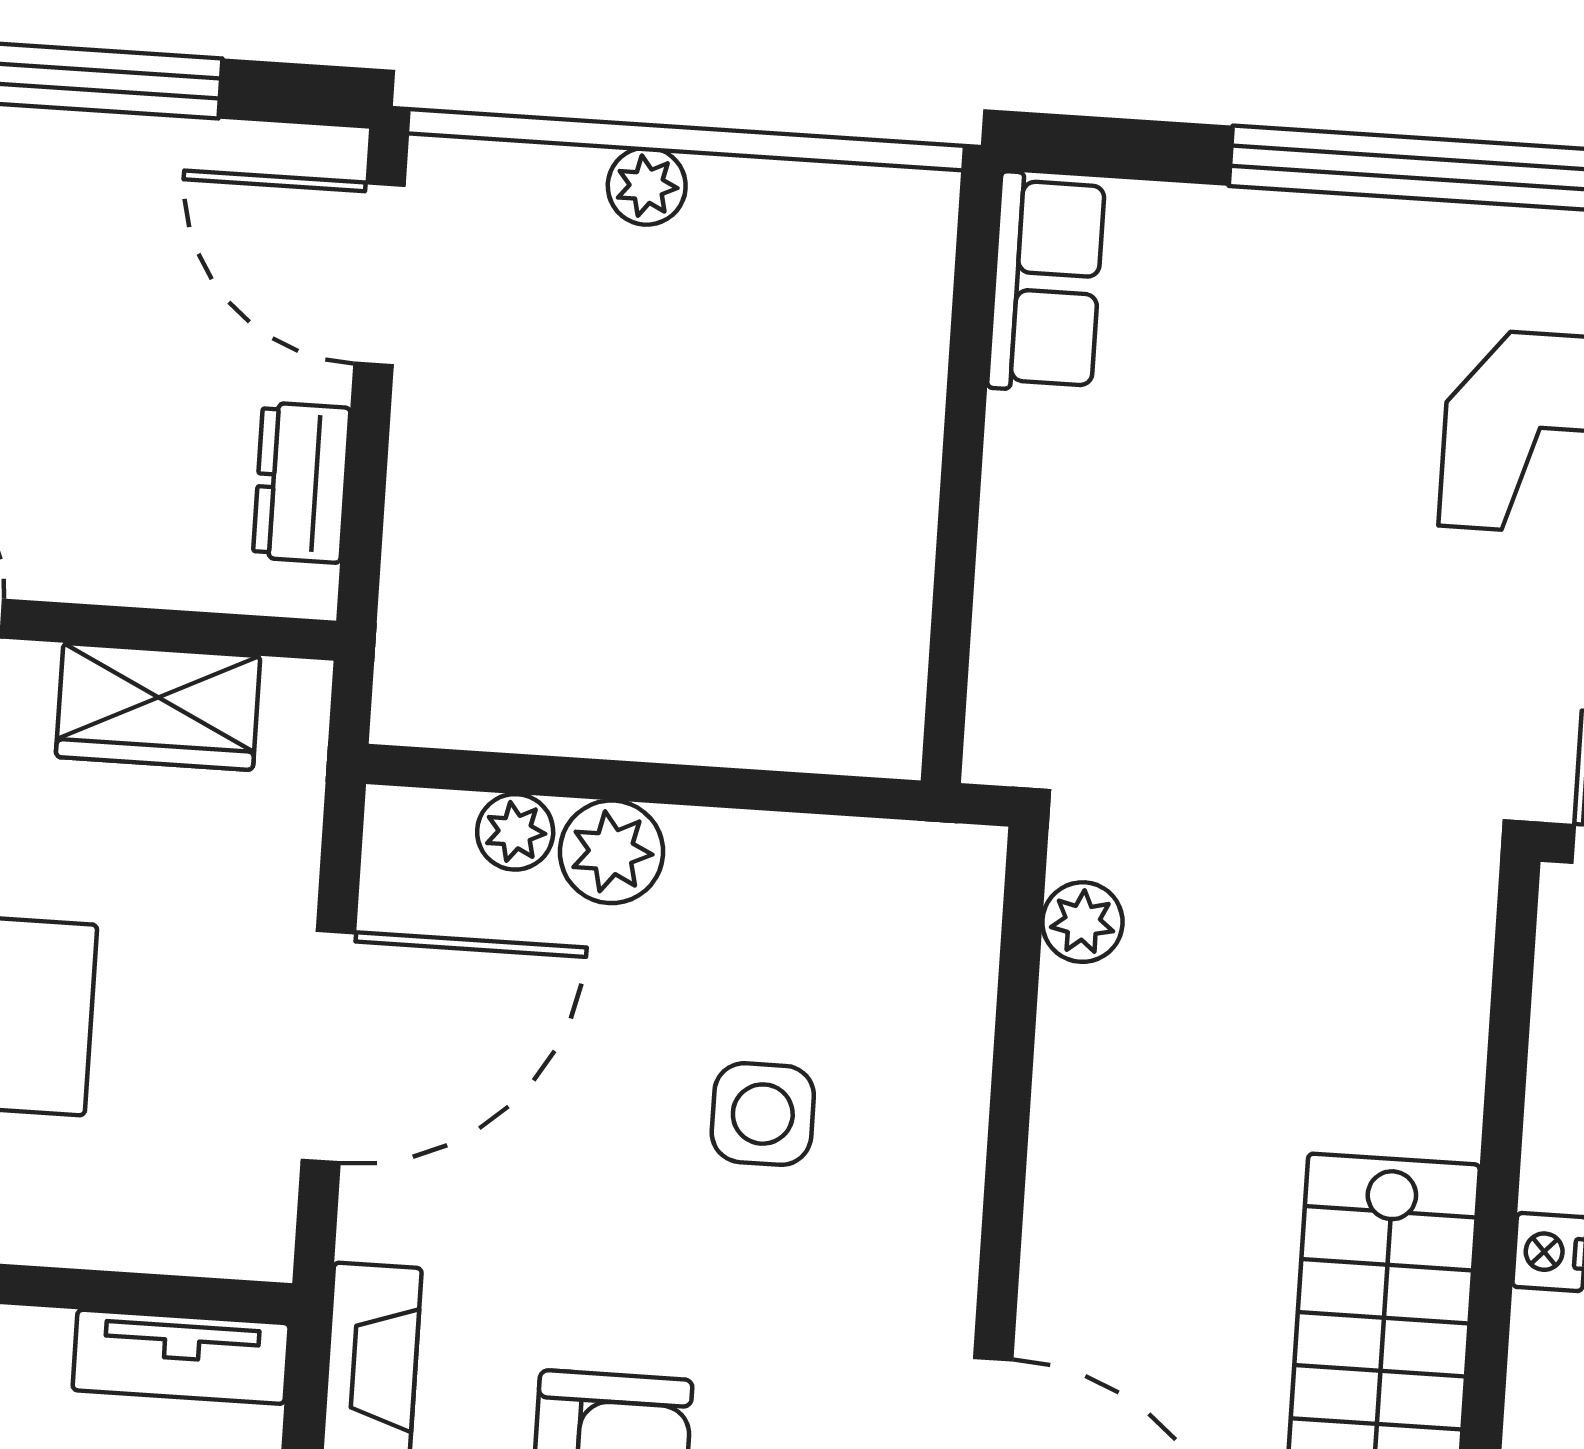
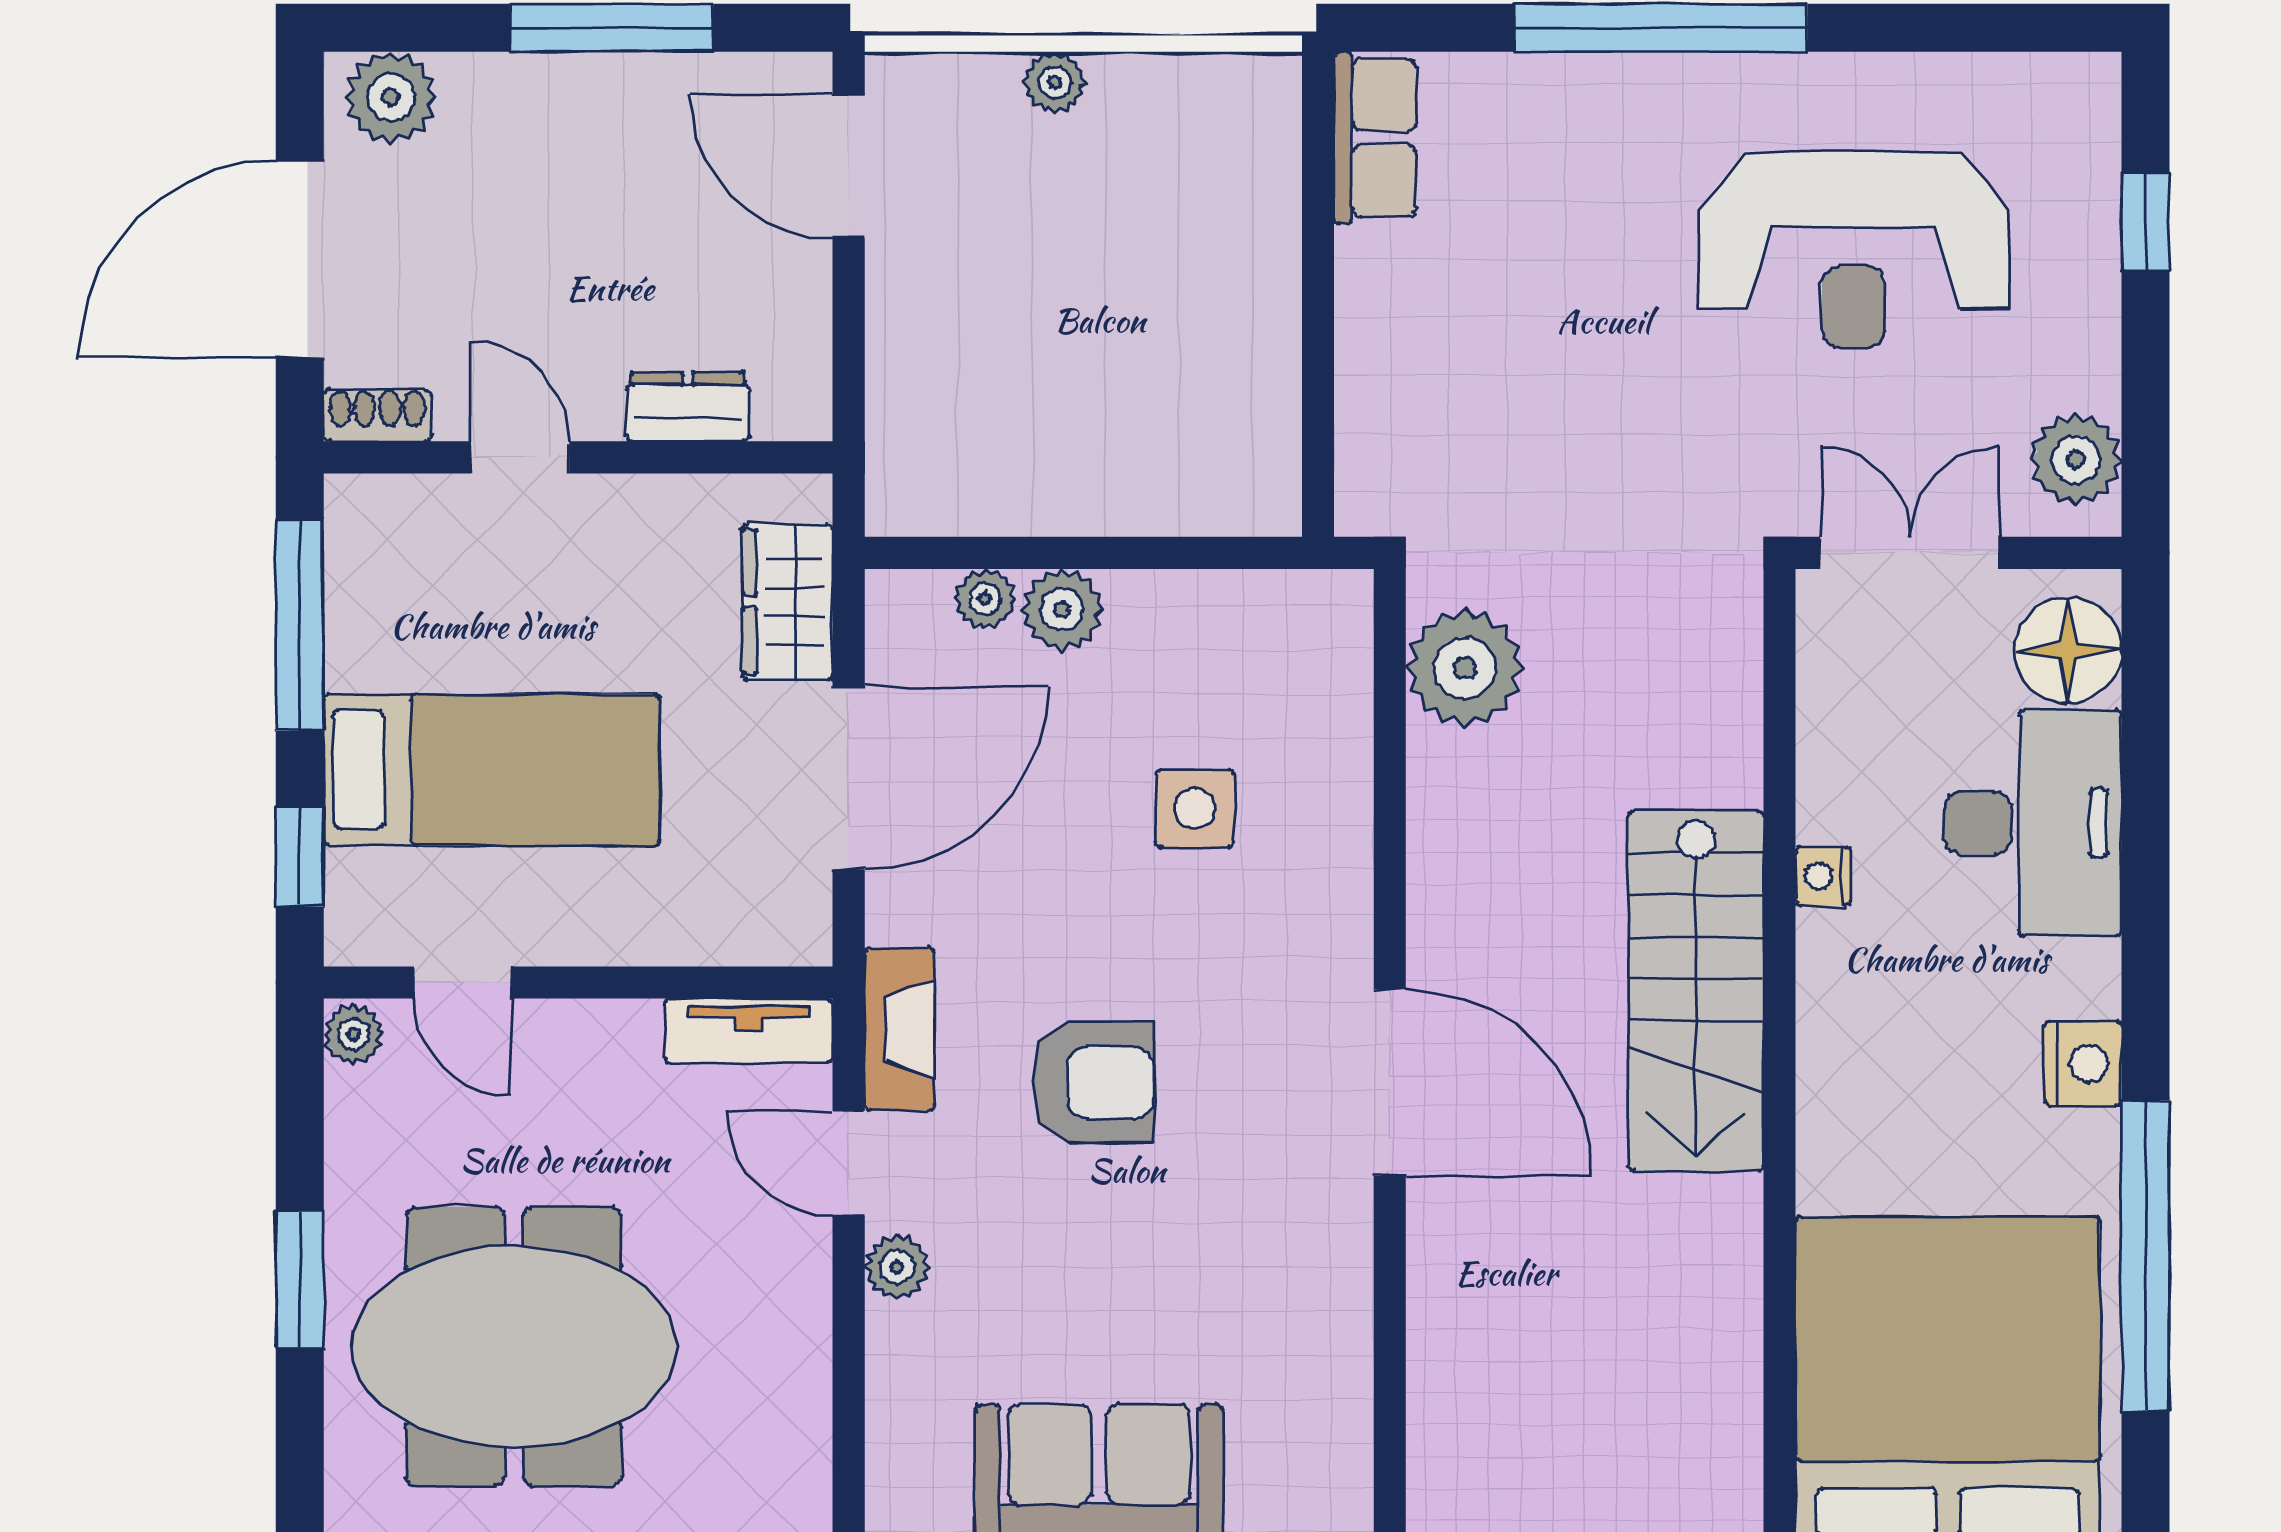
dresser: (302, 483) -> (688, 407), moved, turned 90
wardrobe: (158, 706) -> (787, 602), moved, turned 90
plant: (1082, 922) -> (1465, 668), width x1.87, depth x1.87

